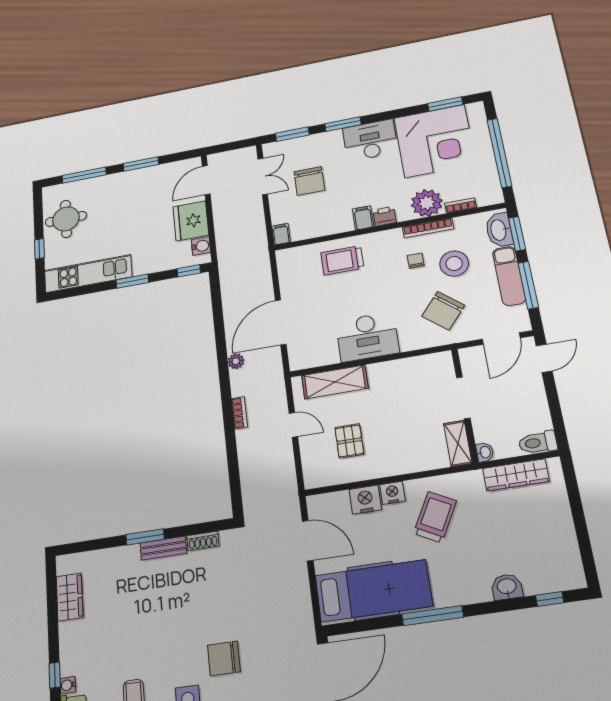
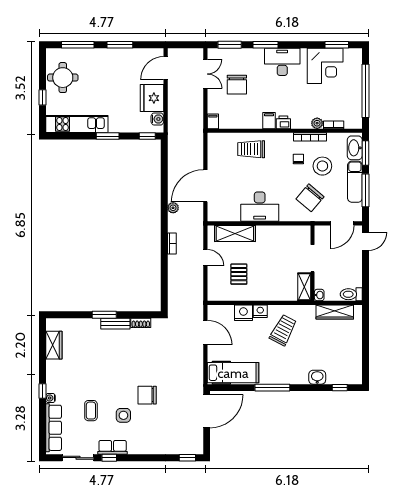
corner desk: (435, 141) -> (325, 66), width x0.74, depth x0.74
plant: (427, 203) -> (317, 123), width x0.53, depth x0.53
hospital bed: (373, 591) -> (233, 373), width x0.73, depth x0.78

